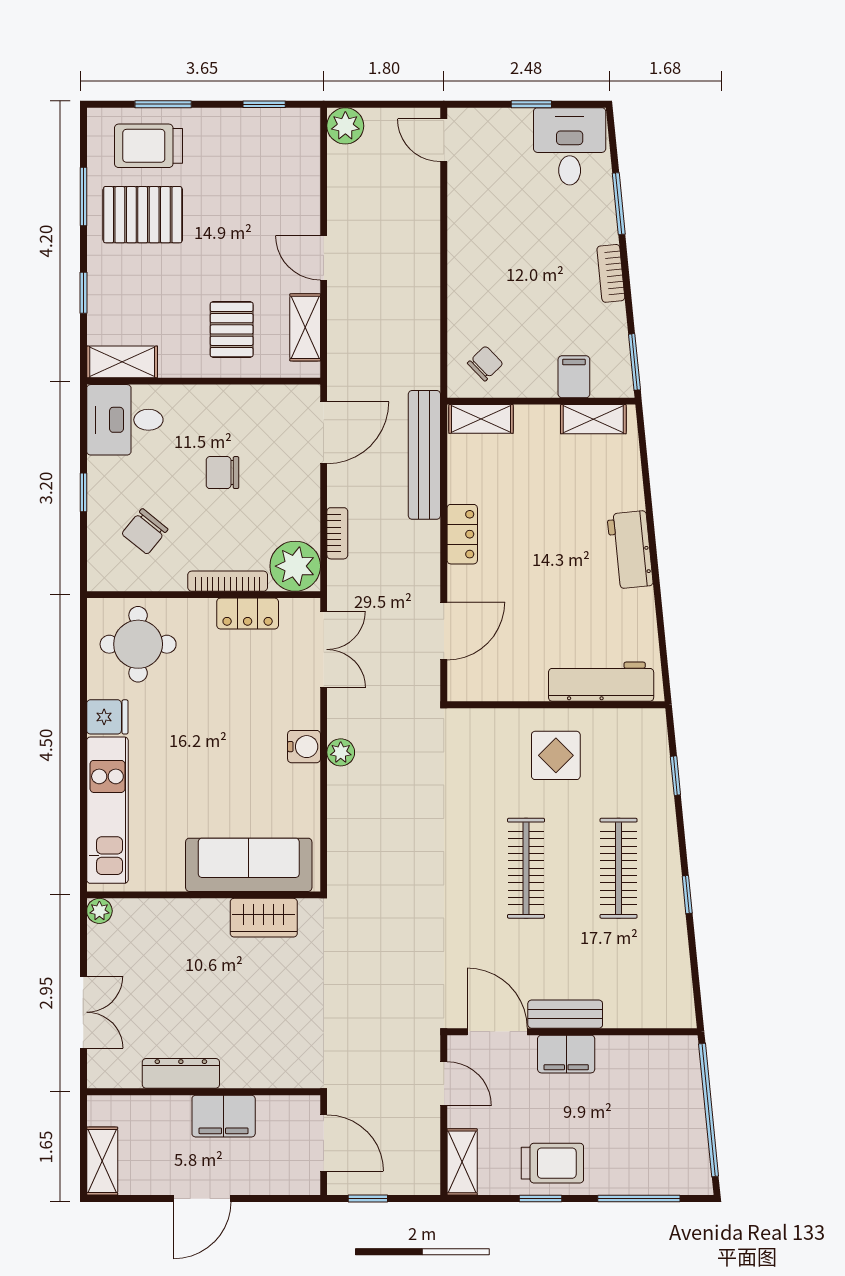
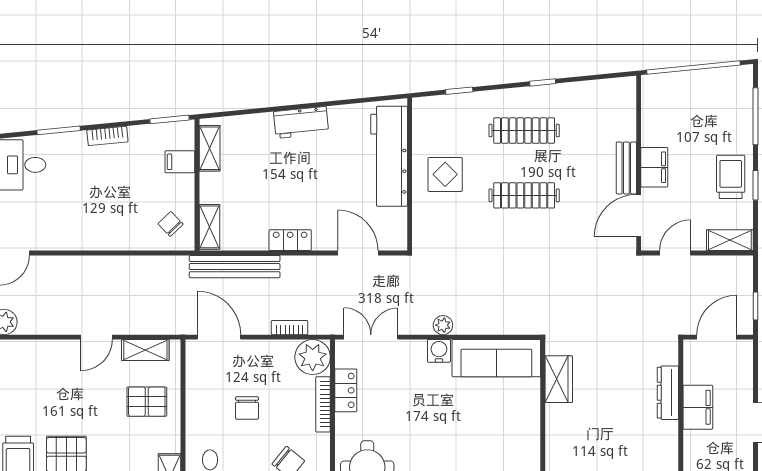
workbench: (601, 682) -> (389, 156), width x1.36, depth x1.32
sofa: (249, 865) -> (496, 358), moved, turned -90
dresser: (181, 1073) -> (668, 393), moved

